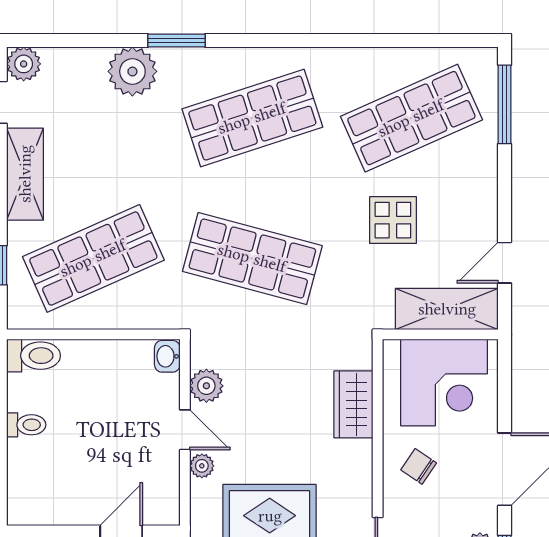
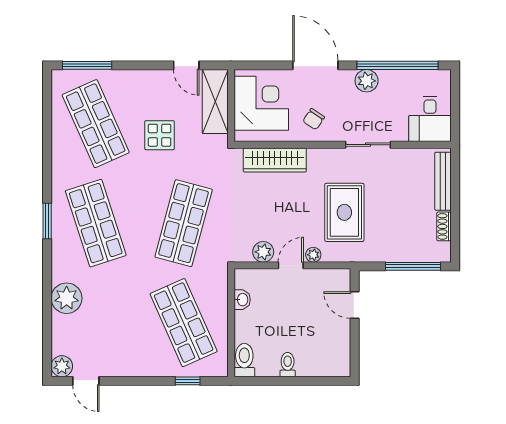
window: (176, 41) -> (47, 221), moved
shelving: (25, 174) -> (131, 365), removed
washbasin: (167, 356) -> (242, 300), moved, turned -90
wardrobe: (353, 404) -> (275, 160), width x1.50

